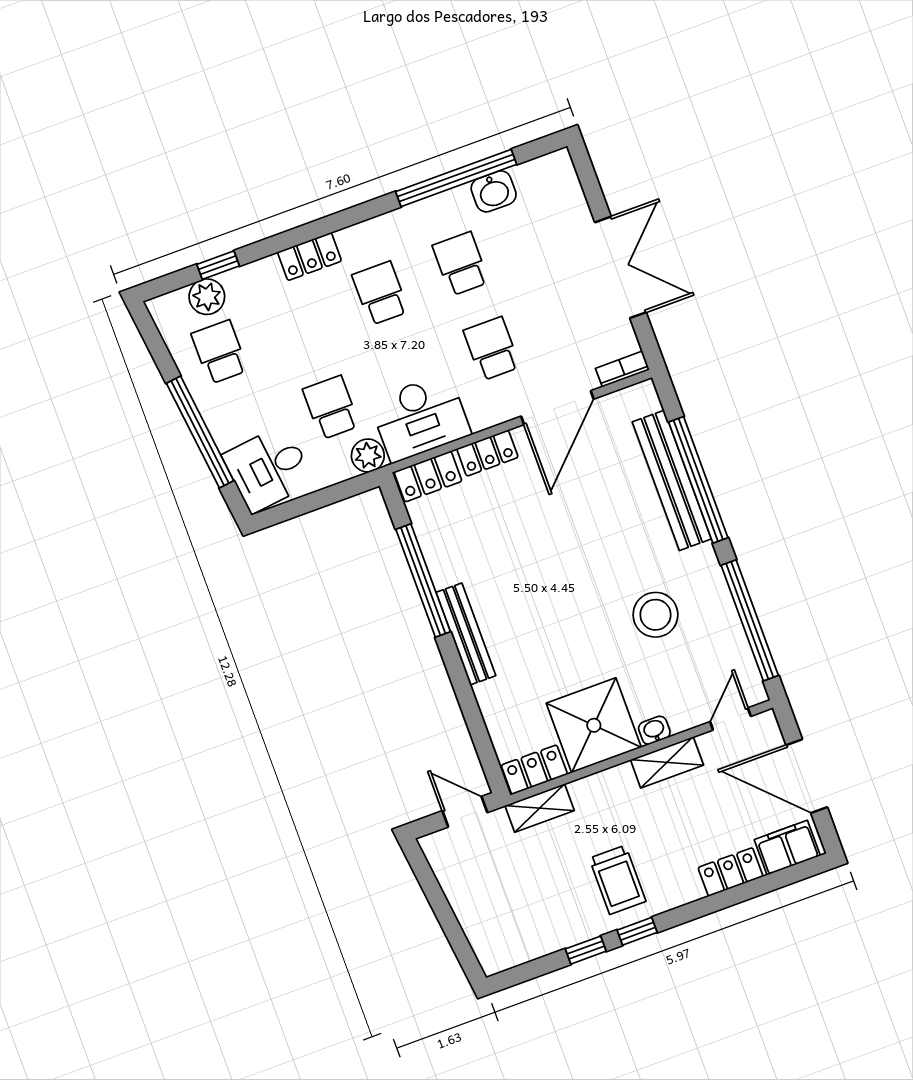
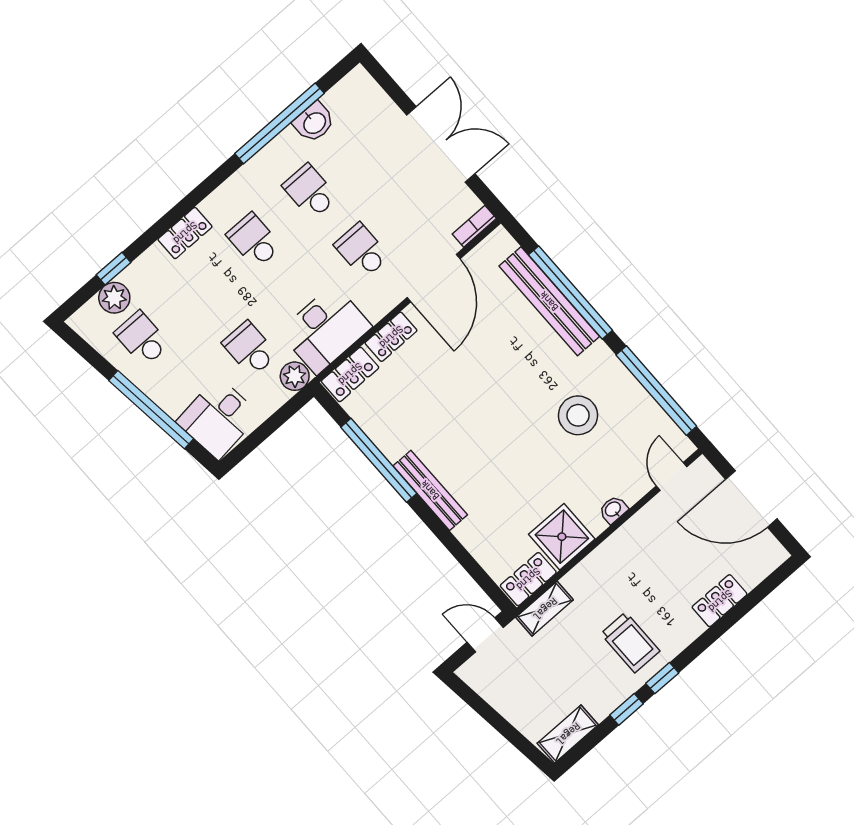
shower: (594, 725) -> (562, 537), width x0.73, depth x0.73
shelving: (667, 762) -> (568, 734), moved
filing cabinet: (787, 848) -> (758, 563), removed

